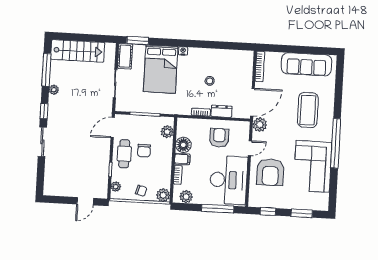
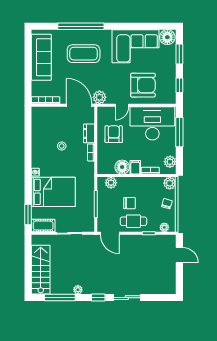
armchair: (219, 138) -> (114, 134), turned 90
window: (336, 143) -> (81, 26), moved
door: (250, 148) -> (122, 105), swing flipped
floor lamp: (320, 201) -> (167, 37), added

